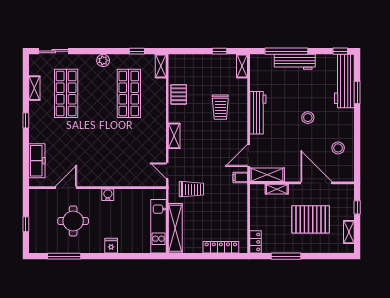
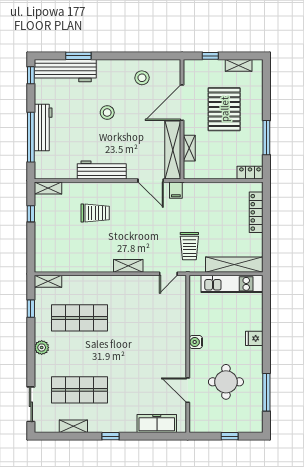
pallet: (179, 94) -> (81, 261), removed
shelving: (267, 175) -> (173, 150), width x1.47
trolley: (191, 189) -> (189, 246), turned 180

